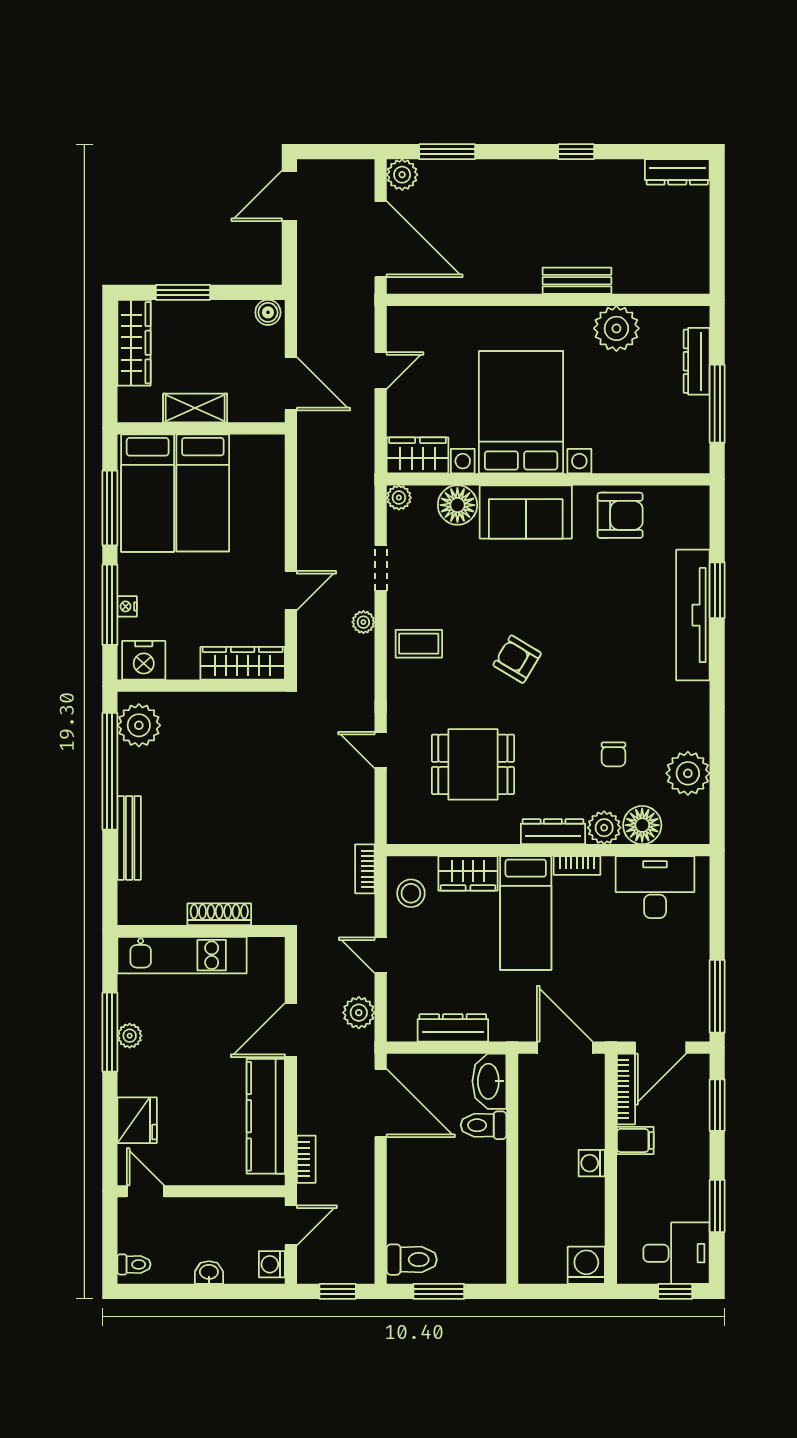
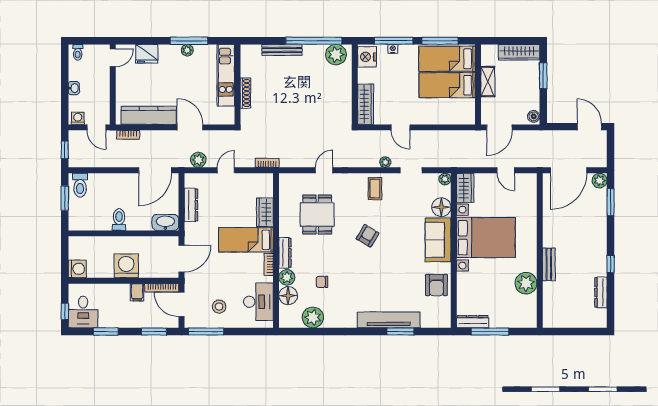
dresser: (677, 172) -> (601, 292), moved
dresser: (697, 361) -> (473, 322), moved
stool: (411, 893) -> (219, 307), moved
toilet: (483, 1125) -> (119, 220), moved
washing machine: (592, 1163) -> (126, 266), width x1.89, depth x1.89

